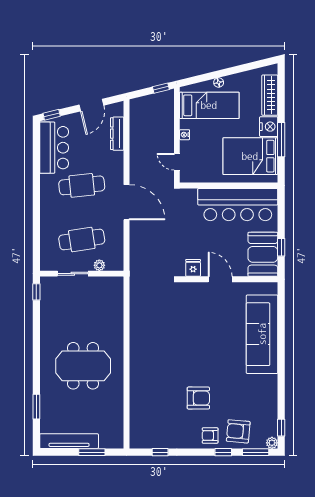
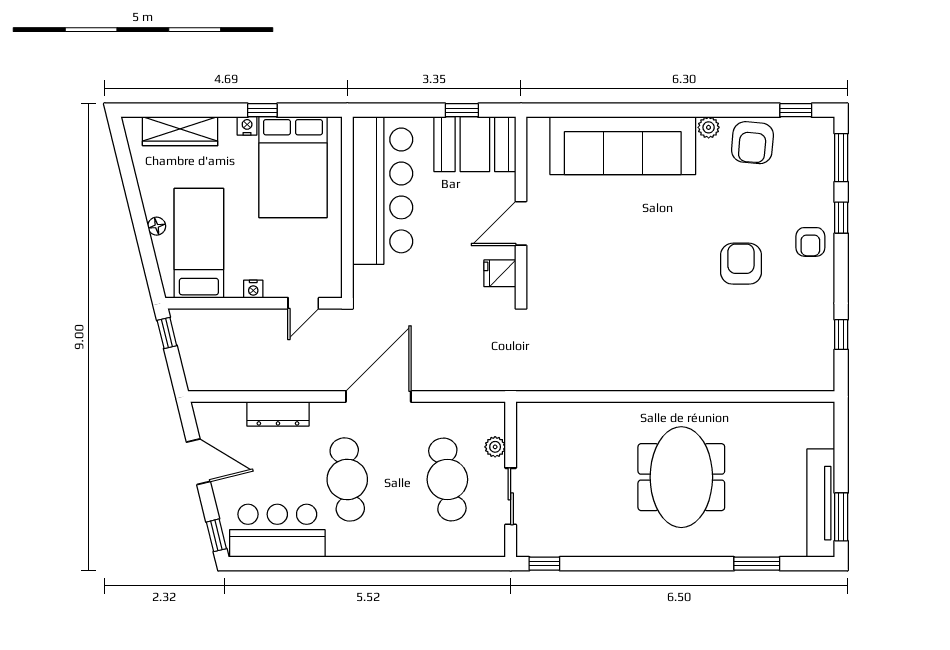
nightstand: (269, 127) -> (247, 126), width x0.53, depth x0.56
dresser: (117, 134) -> (278, 414), moved
window: (281, 140) -> (262, 110), width x0.46
armchair: (238, 431) -> (752, 143), moved
plant: (272, 443) -> (709, 127), moved
window: (92, 452) -> (841, 517), moved

